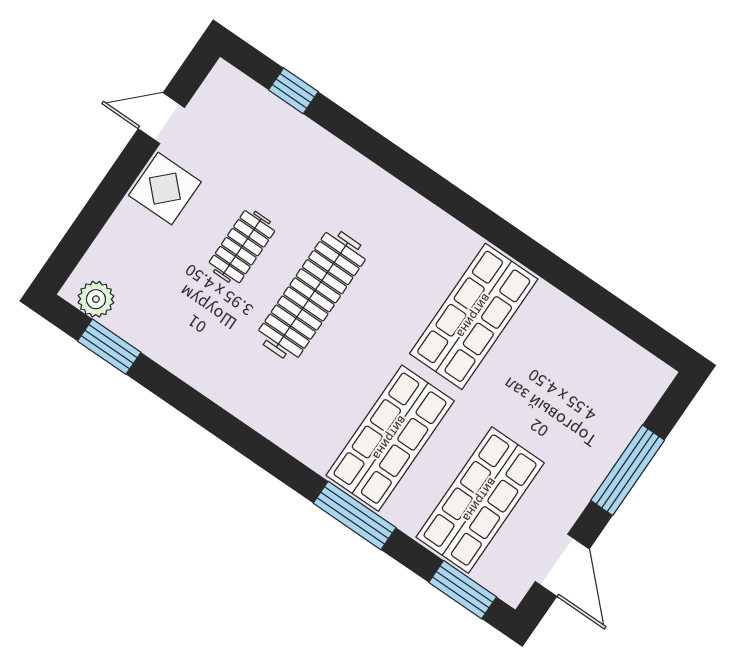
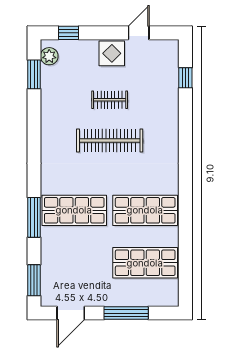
door: (161, 118) -> (139, 33), hinge flipped
window: (79, 239) -> (68, 33), added
shop shelf: (480, 500) -> (145, 263), moved

